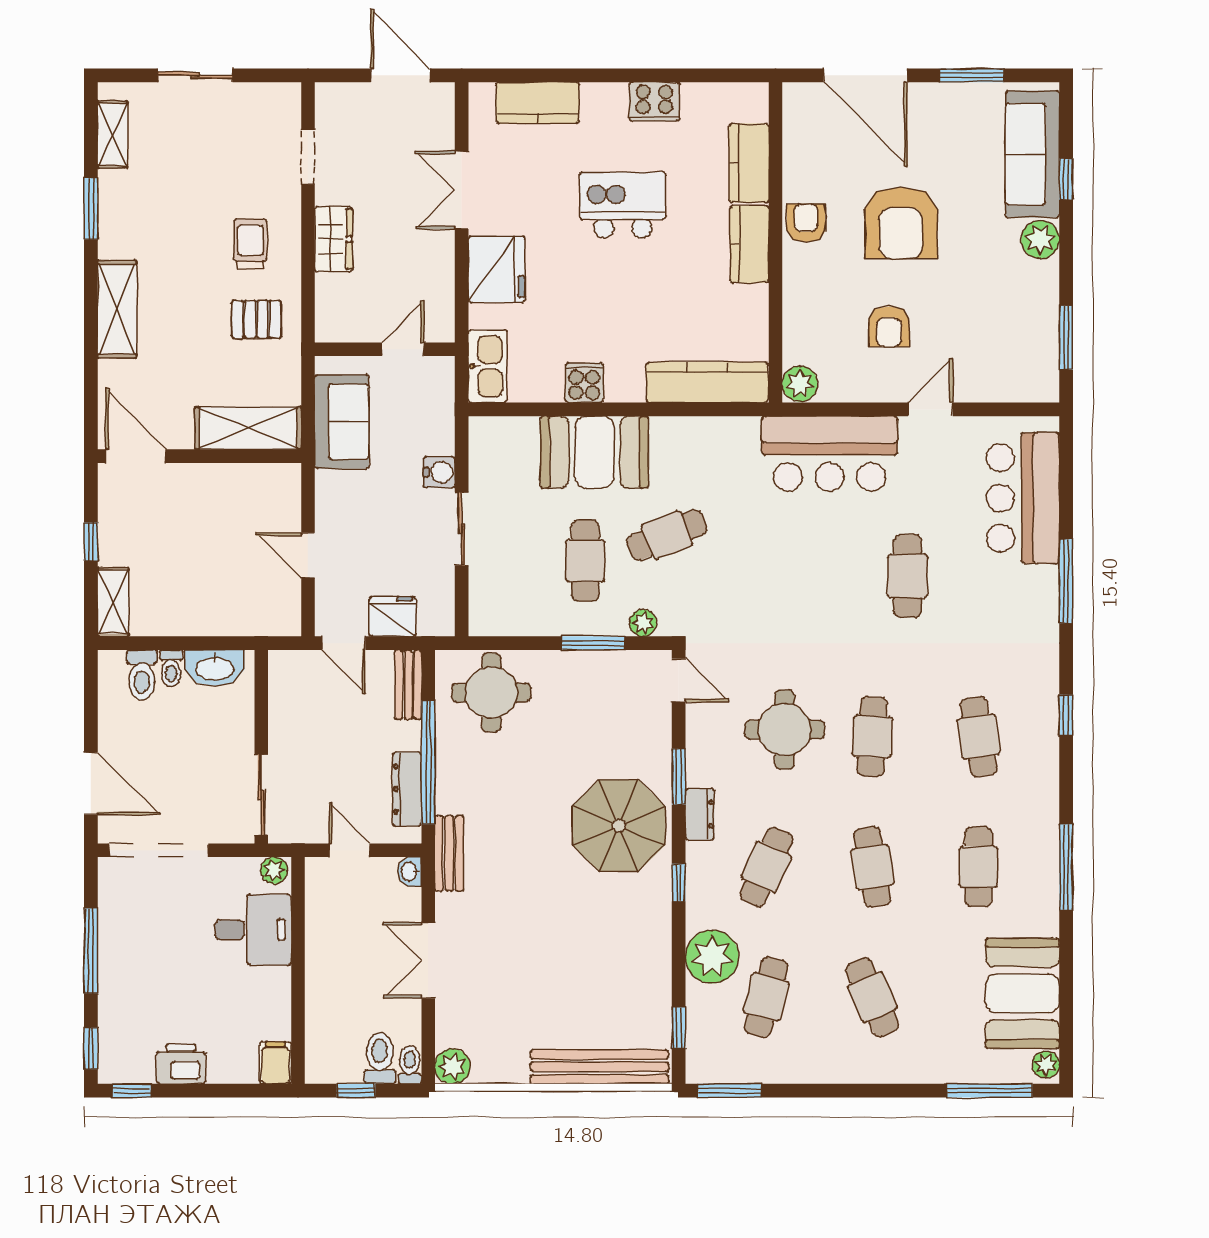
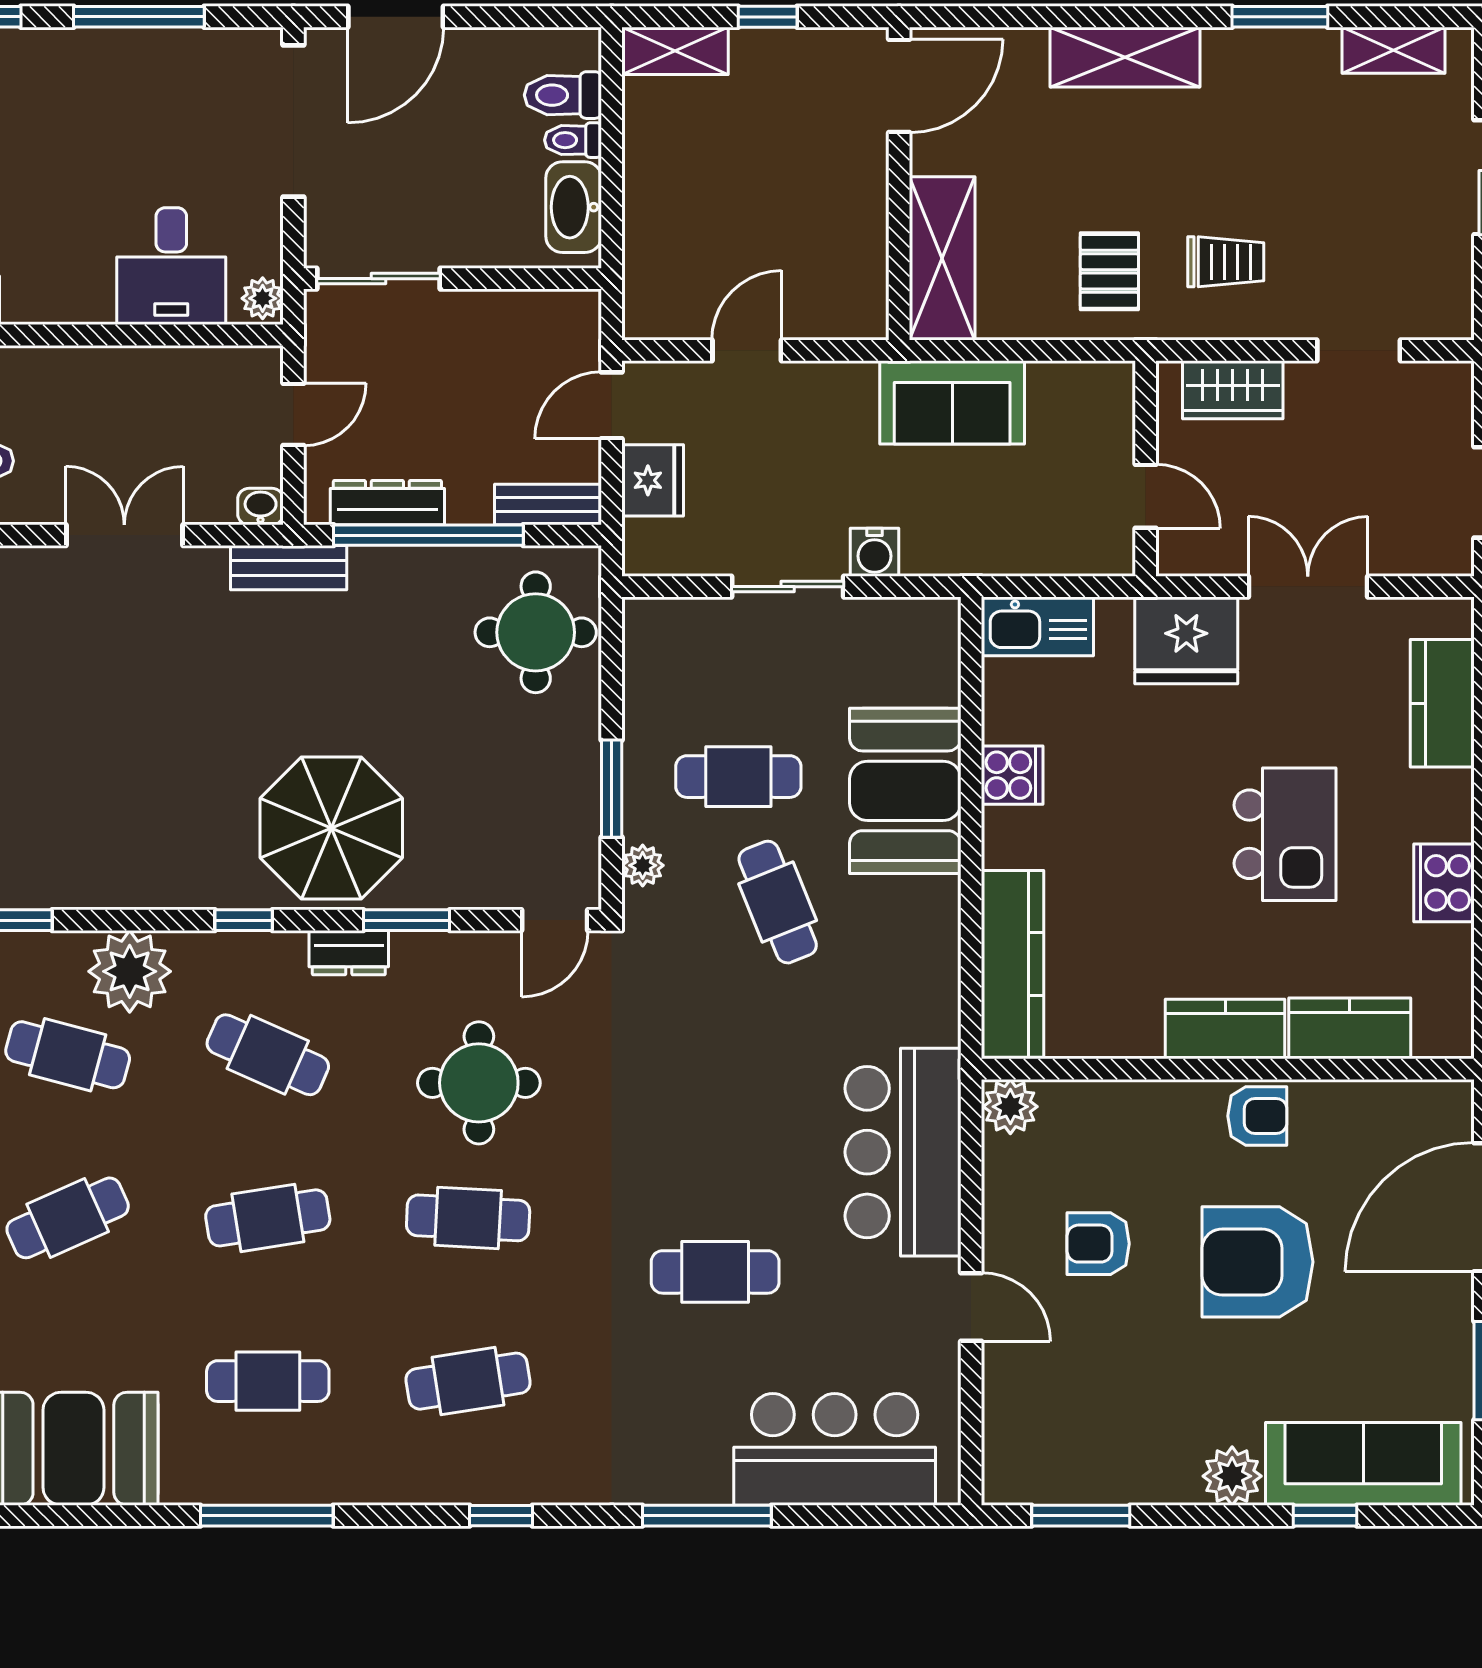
wall: (385, 349) -> (1146, 468), moved
door: (403, 349) -> (1146, 496), moved

